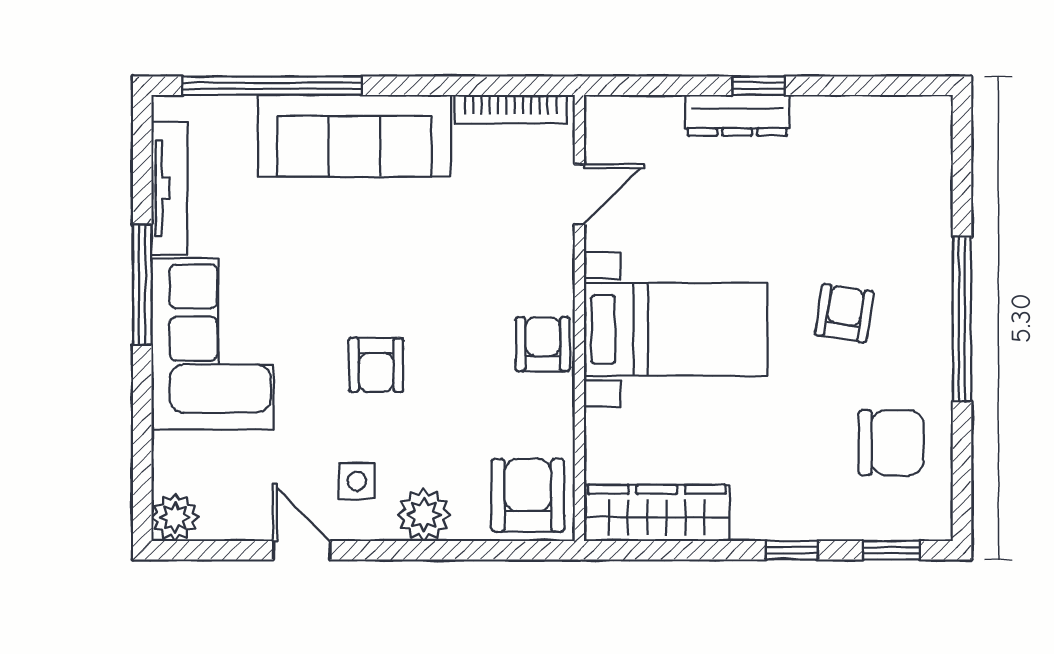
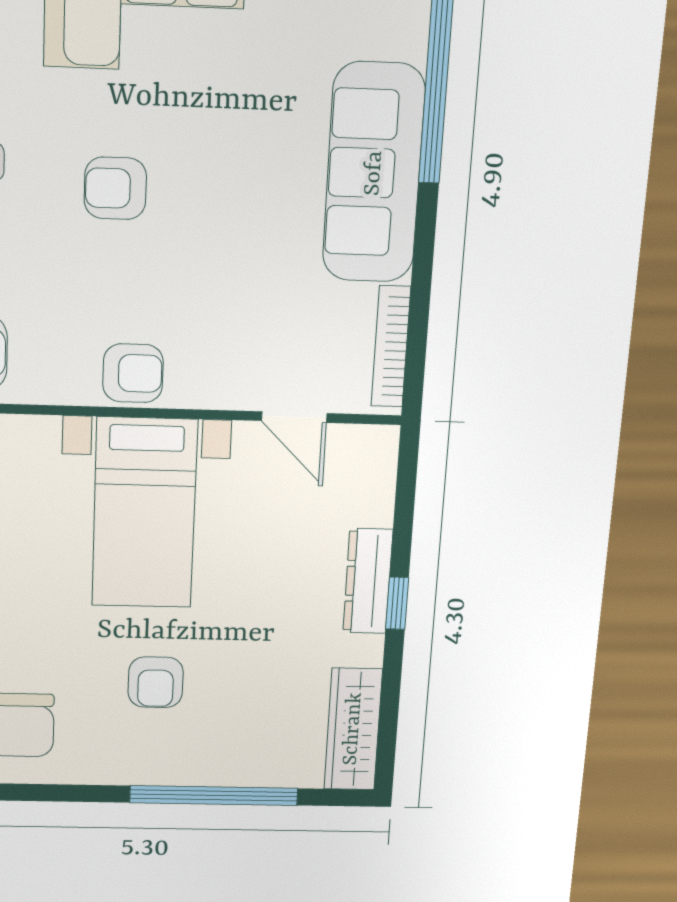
wardrobe: (889, 119) -> (353, 729), added
armchair: (844, 313) -> (156, 682), turned 81
window: (962, 319) -> (214, 795), moved

